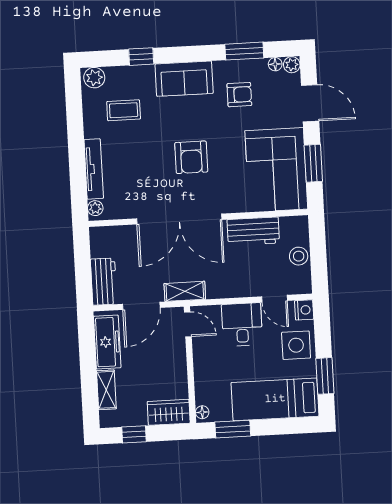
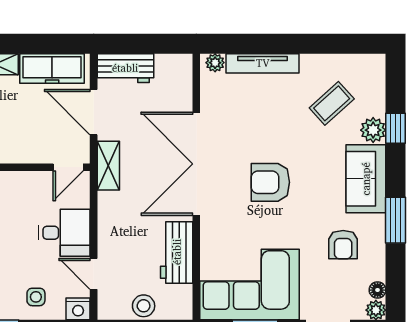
window: (244, 51) -> (395, 220), moved
plant: (94, 78) -> (373, 130), moved
coffee table: (124, 110) -> (332, 103), turned 48
door: (274, 299) -> (94, 274), hinge flipped
side table: (296, 345) -> (36, 297), width x0.54, depth x0.54

